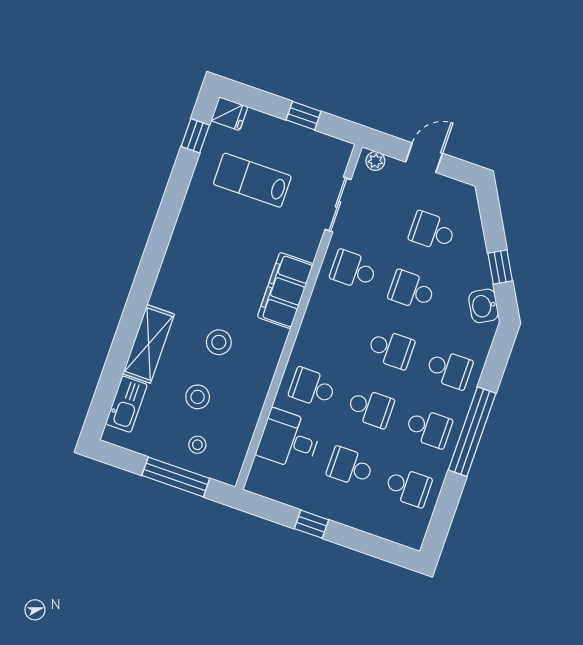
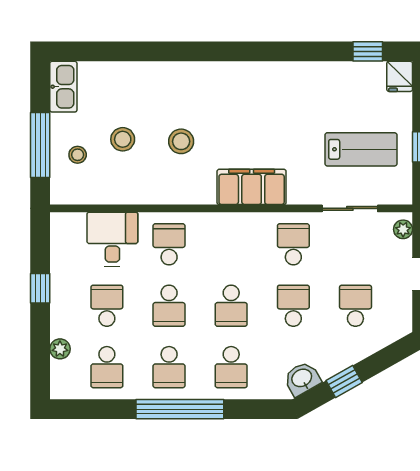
lab bench: (252, 180) -> (361, 149), moved, turned 90
shelving: (149, 344) -> (157, 76), removed
kitchen sink: (126, 404) -> (63, 87), moved, turned -90
plant: (376, 525) -> (60, 349), added

